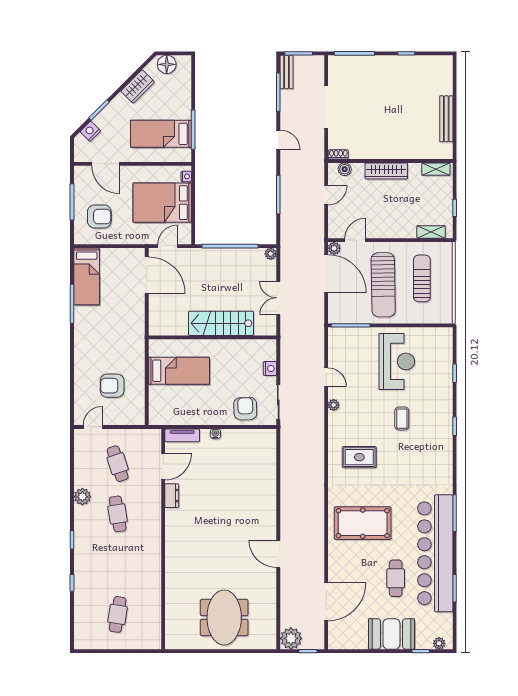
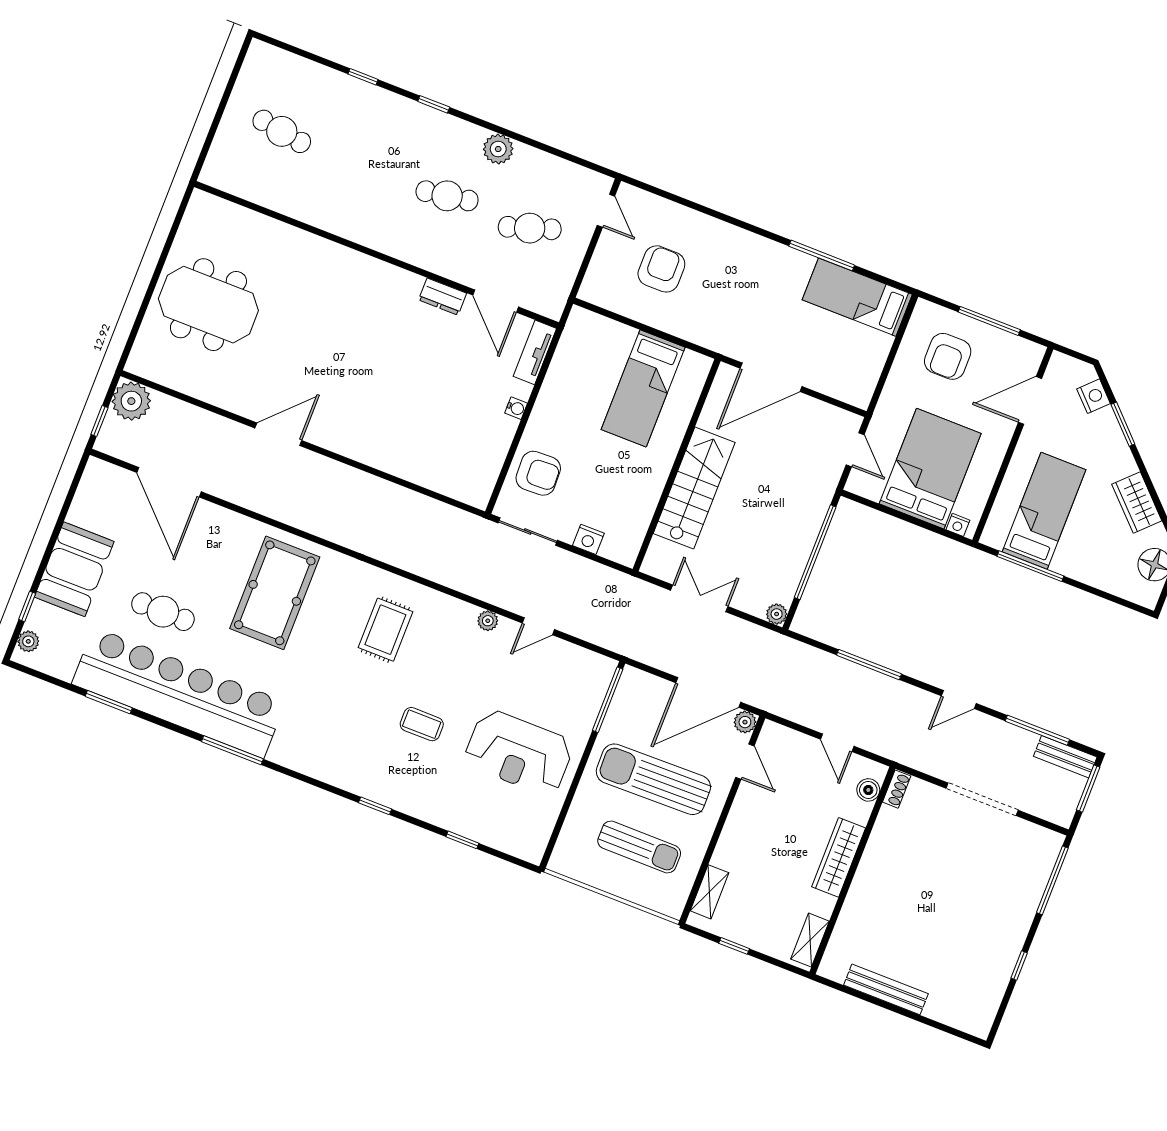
door: (147, 275) -> (771, 377), moved

